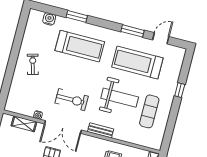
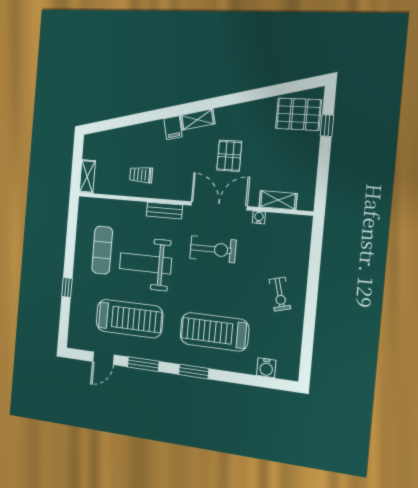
window: (77, 16) -> (194, 372), moved
exercise bike: (72, 100) -> (213, 249), turned 180

